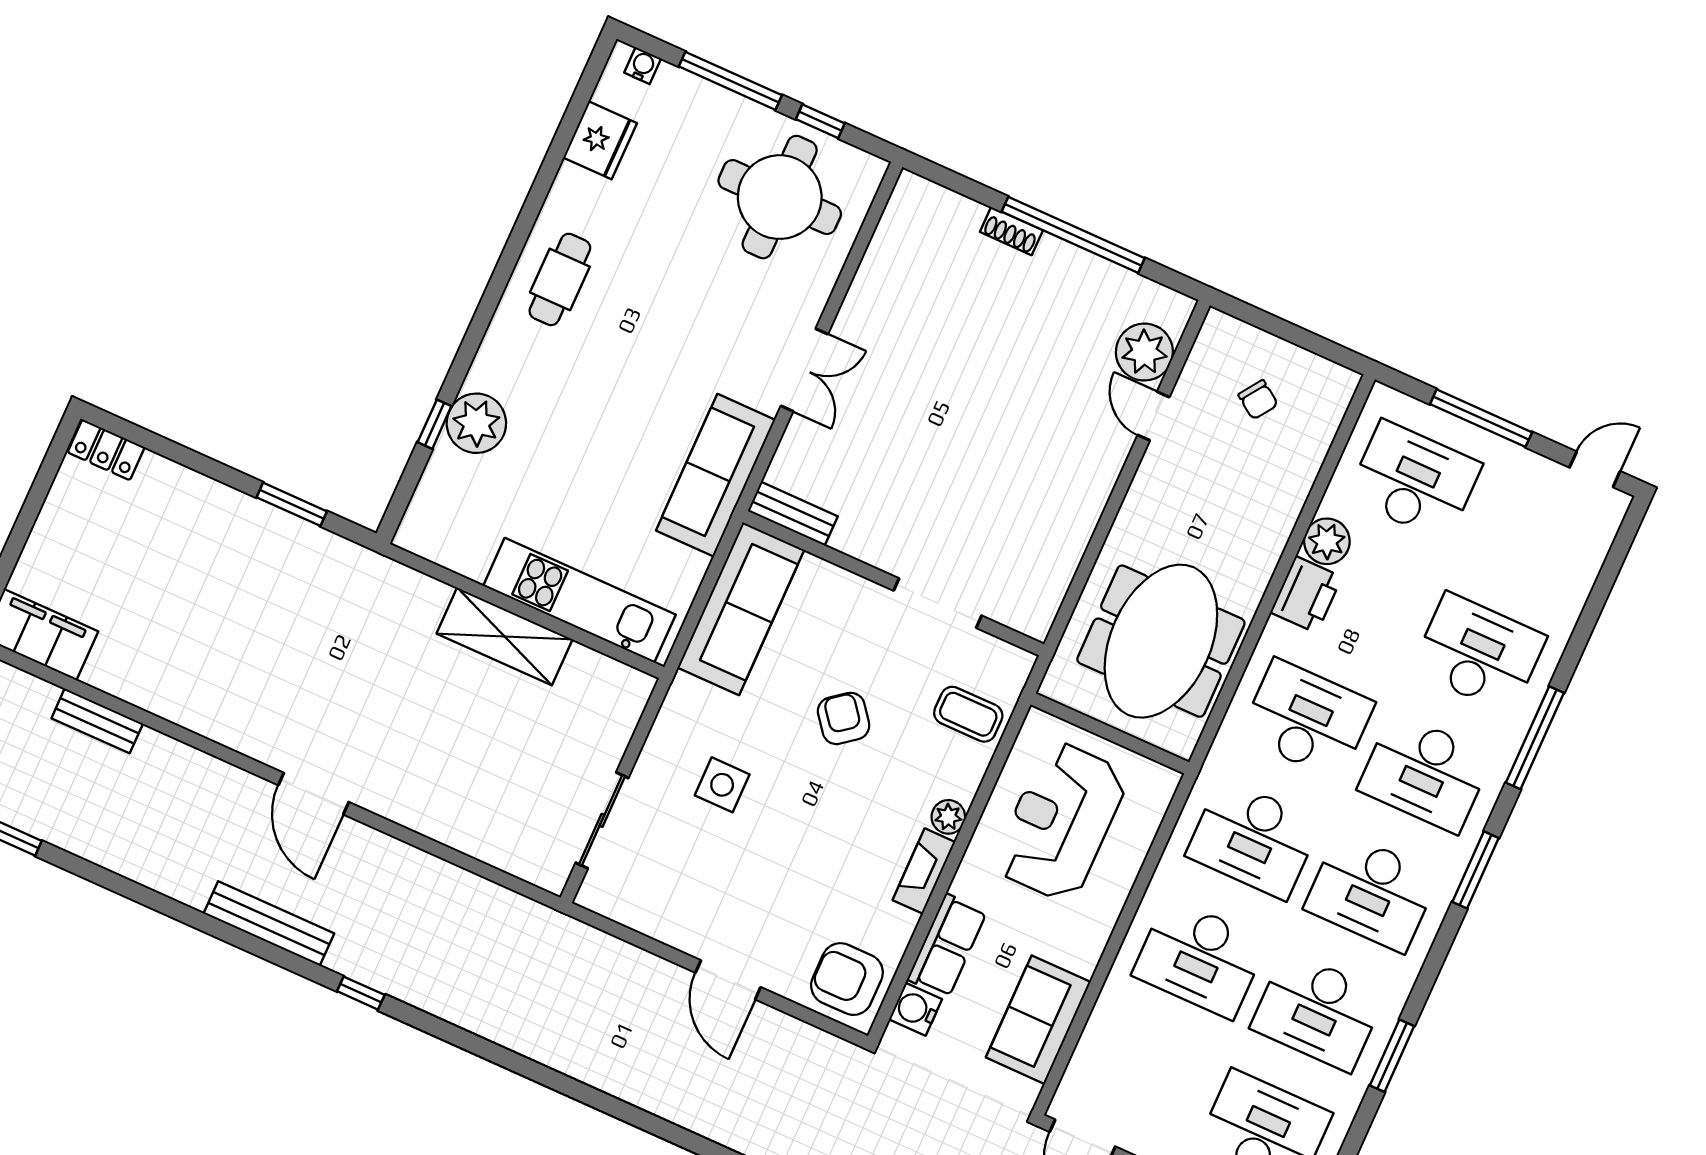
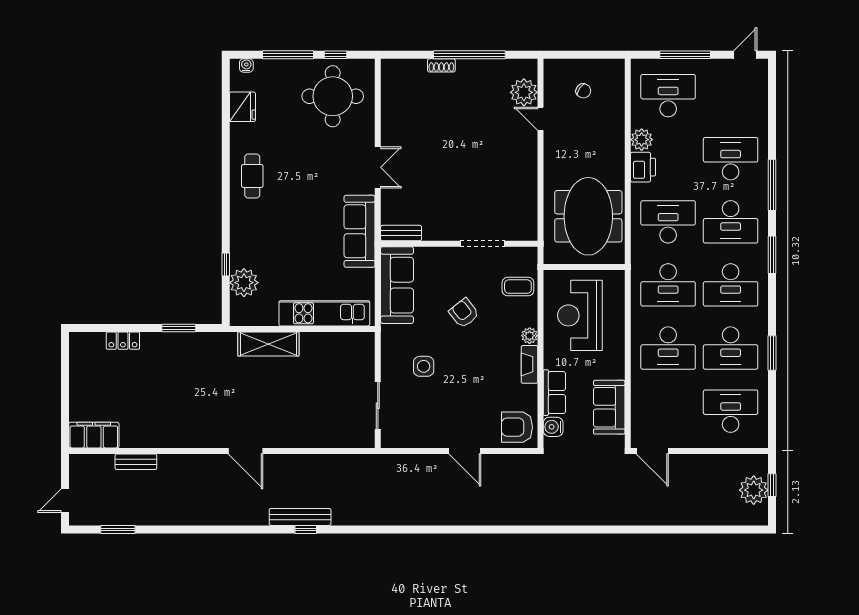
plant: (476, 423) -> (244, 283), moved
locker: (106, 450) -> (123, 341), moved
shelving: (504, 636) -> (268, 344), moved
bench: (269, 923) -> (300, 517), moved

